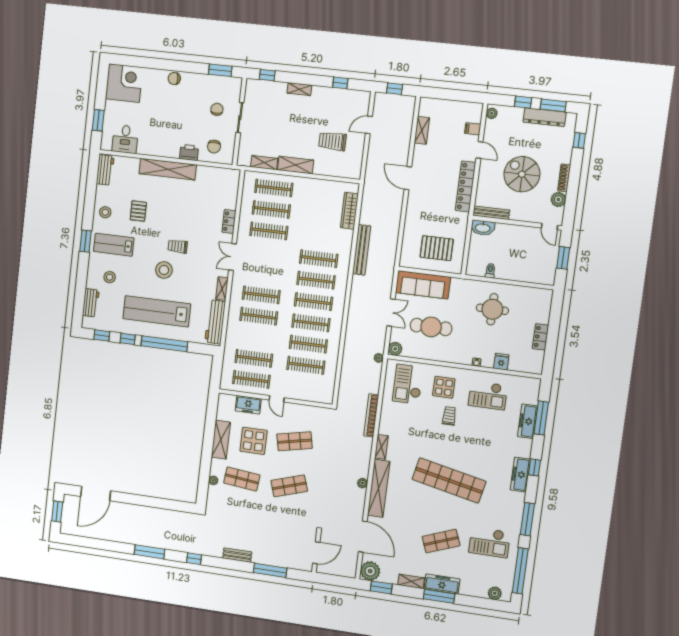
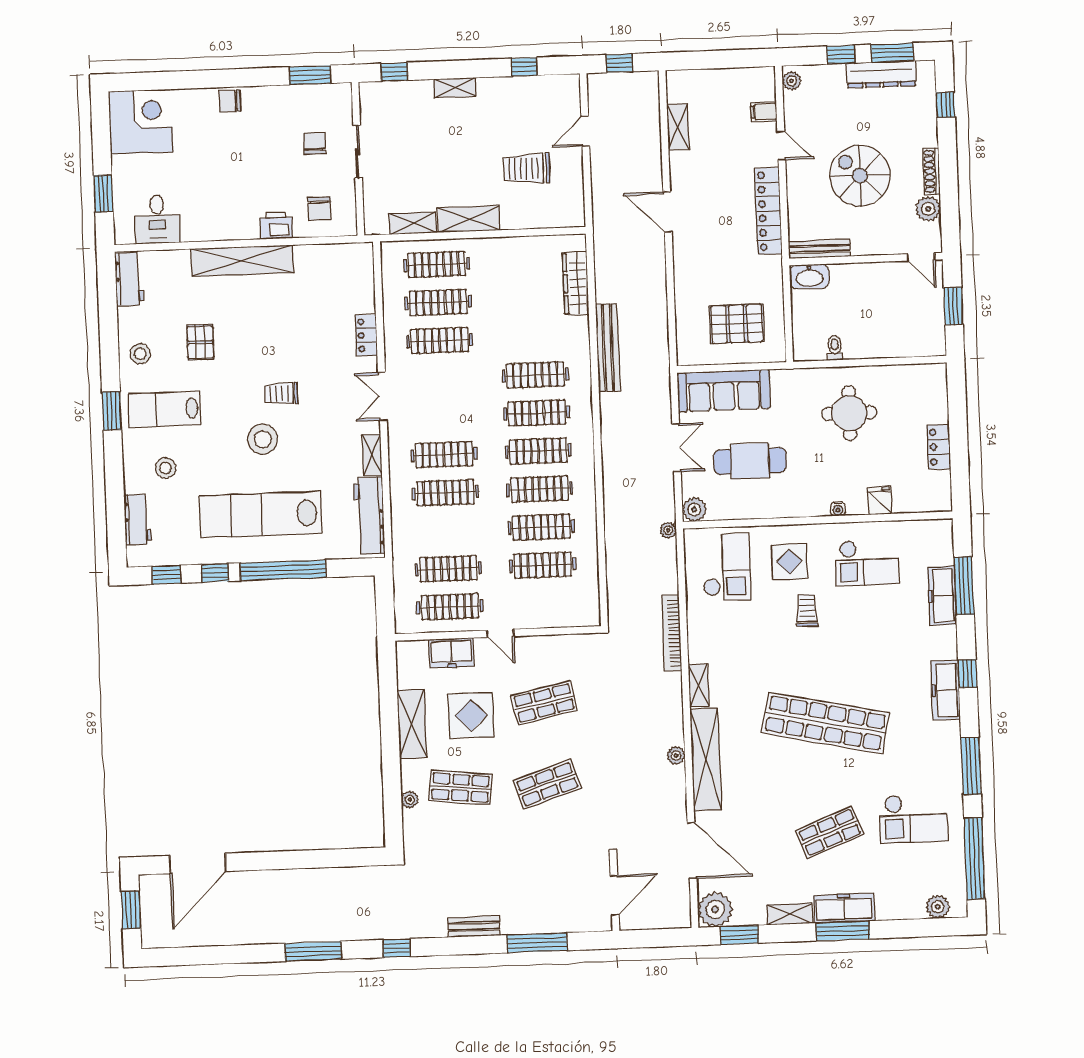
checkout: (408, 384) -> (726, 567), turned 180

